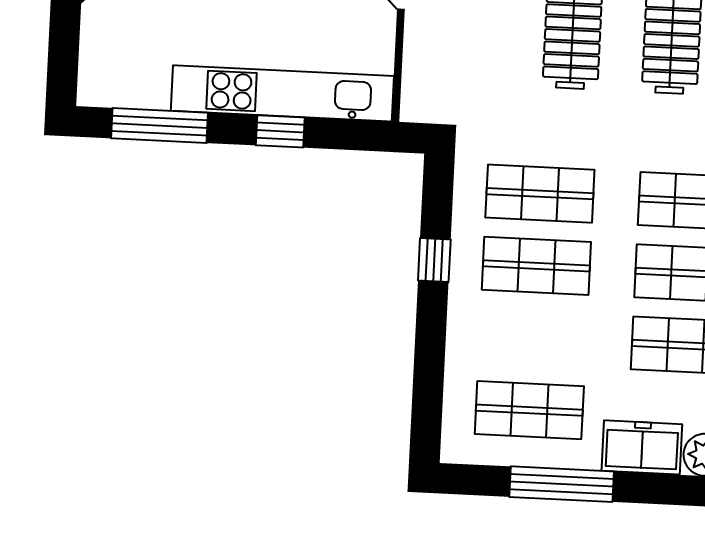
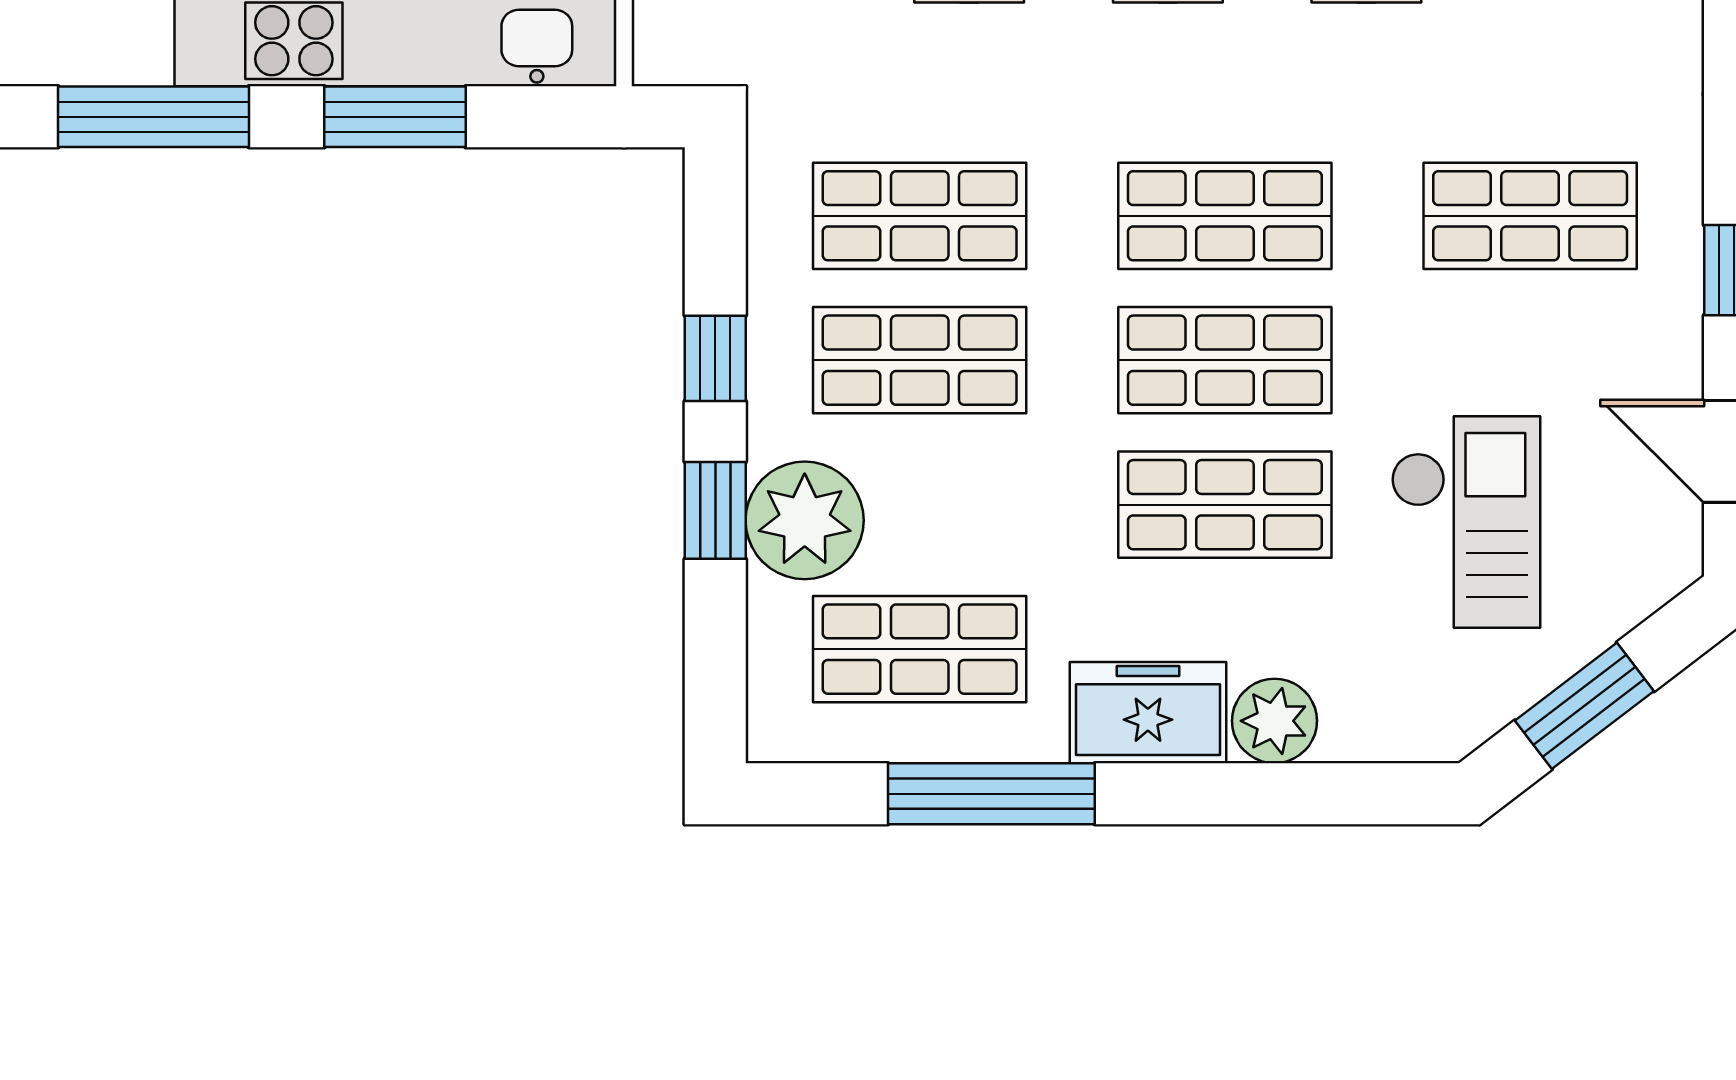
window: (280, 131) -> (395, 117), width x1.50
window: (431, 336) -> (715, 510), added
plant: (475, 343) -> (805, 520), added

